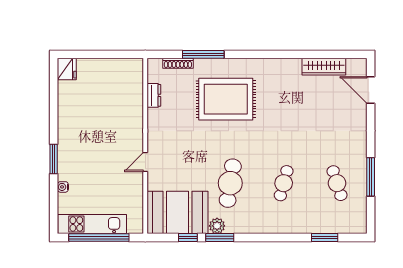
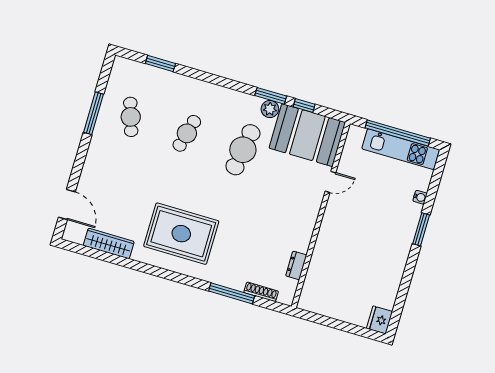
rug: (226, 99) -> (181, 234), moved
door: (145, 162) -> (330, 182), moved

